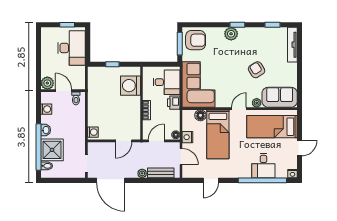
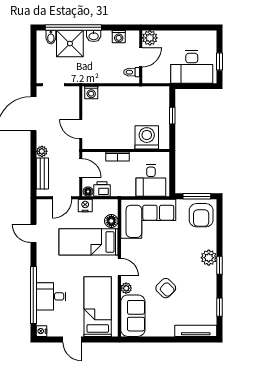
armchair: (257, 70) -> (166, 288), turned 77
printer: (174, 103) -> (102, 189), moved

